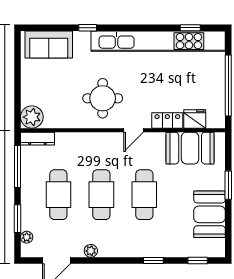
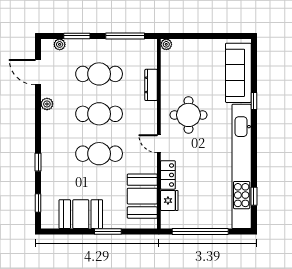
sofa: (49, 45) -> (238, 73), width x1.36
plant: (32, 117) -> (166, 44), width x0.53, depth x0.53
dresser: (37, 139) -> (151, 85), moved

